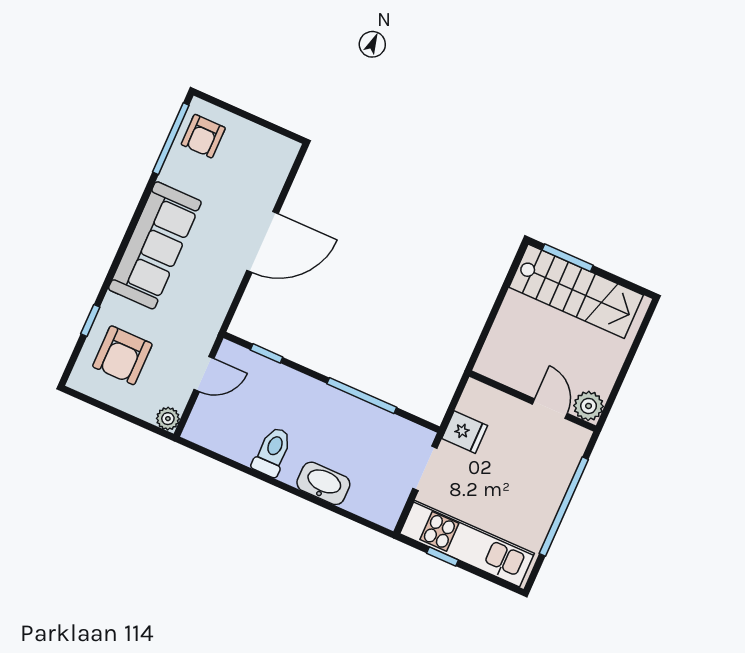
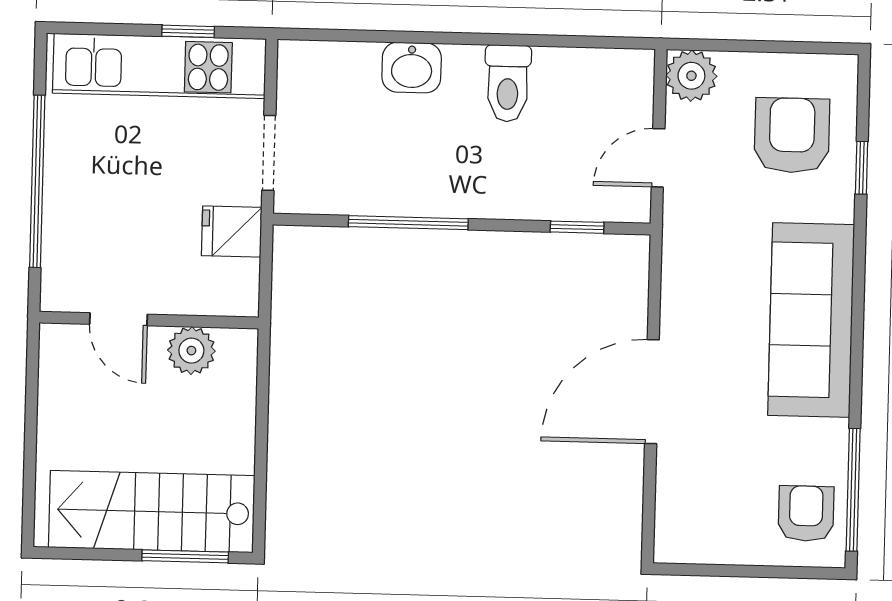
plant: (589, 406) -> (191, 351), moved
plant: (168, 419) -> (691, 76), width x1.38, depth x1.38
washbasin: (323, 483) -> (412, 68), width x0.72

